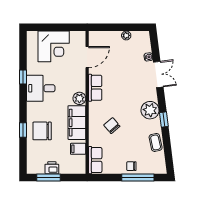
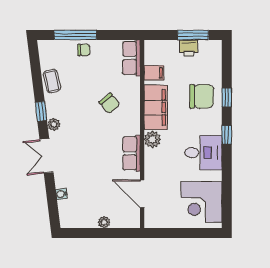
plant: (126, 35) -> (104, 222), moved
corner desk: (54, 46) -> (202, 202), moved, turned -90
door: (87, 57) -> (142, 194), hinge flipped
double door: (158, 75) -> (46, 156), moved
window: (23, 77) -> (227, 135), moved
plant: (150, 110) -> (54, 124), width x0.53, depth x0.53

